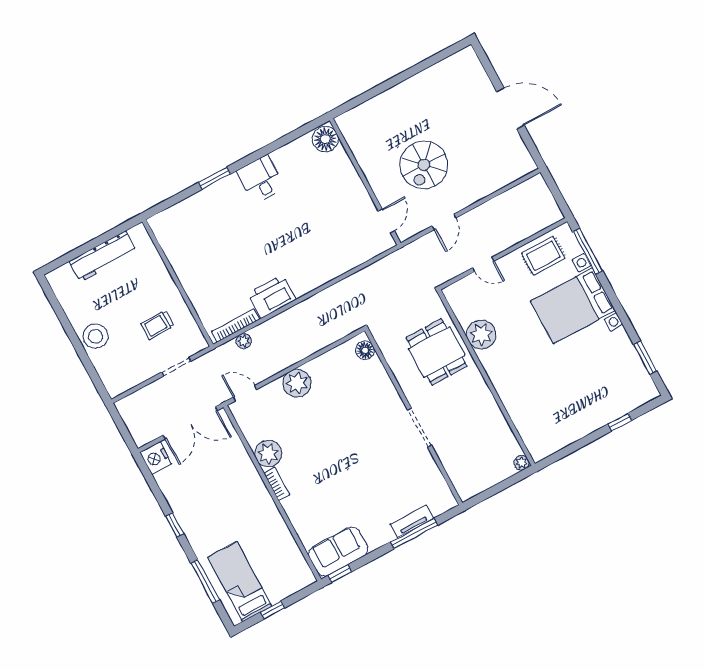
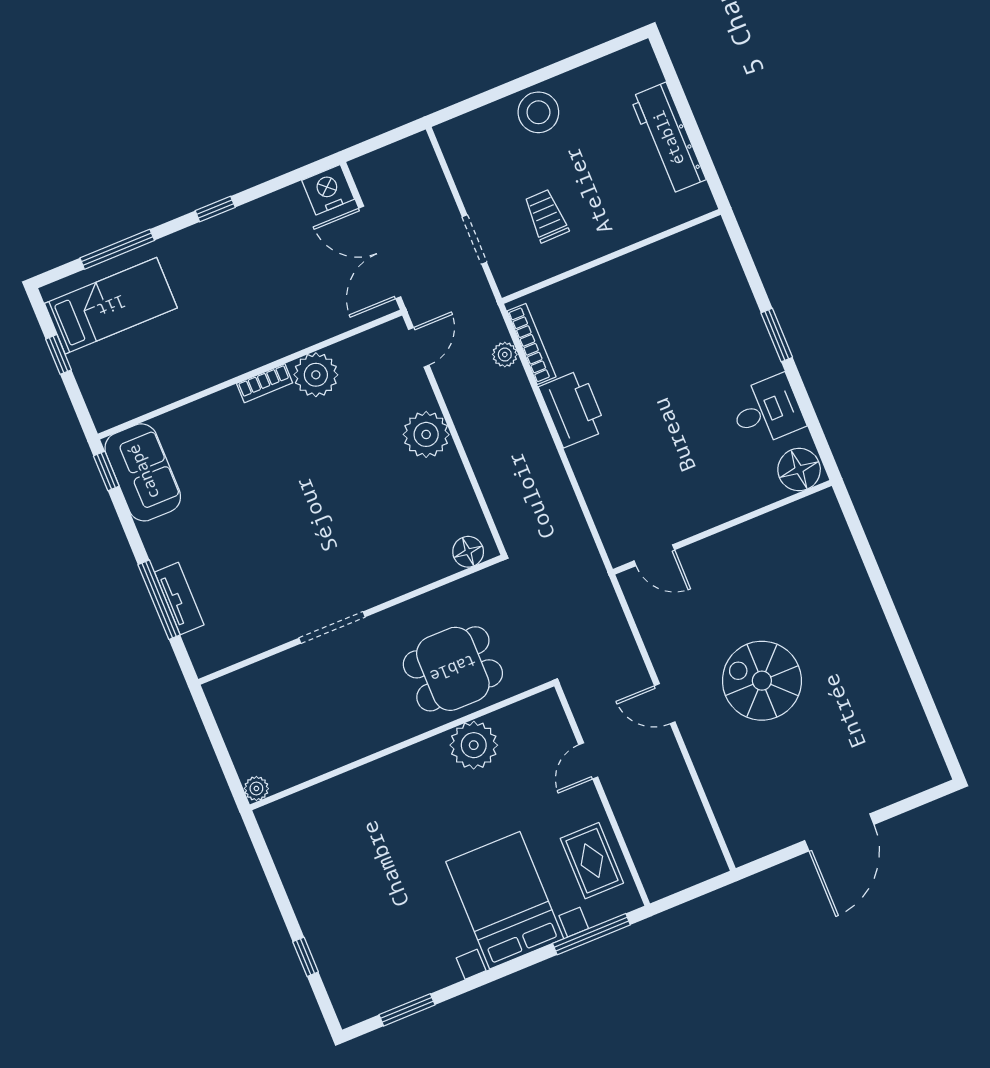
floor lamp: (325, 139) -> (799, 470), moved
wall: (365, 182) -> (722, 527), moved
door: (386, 221) -> (654, 555), moved

